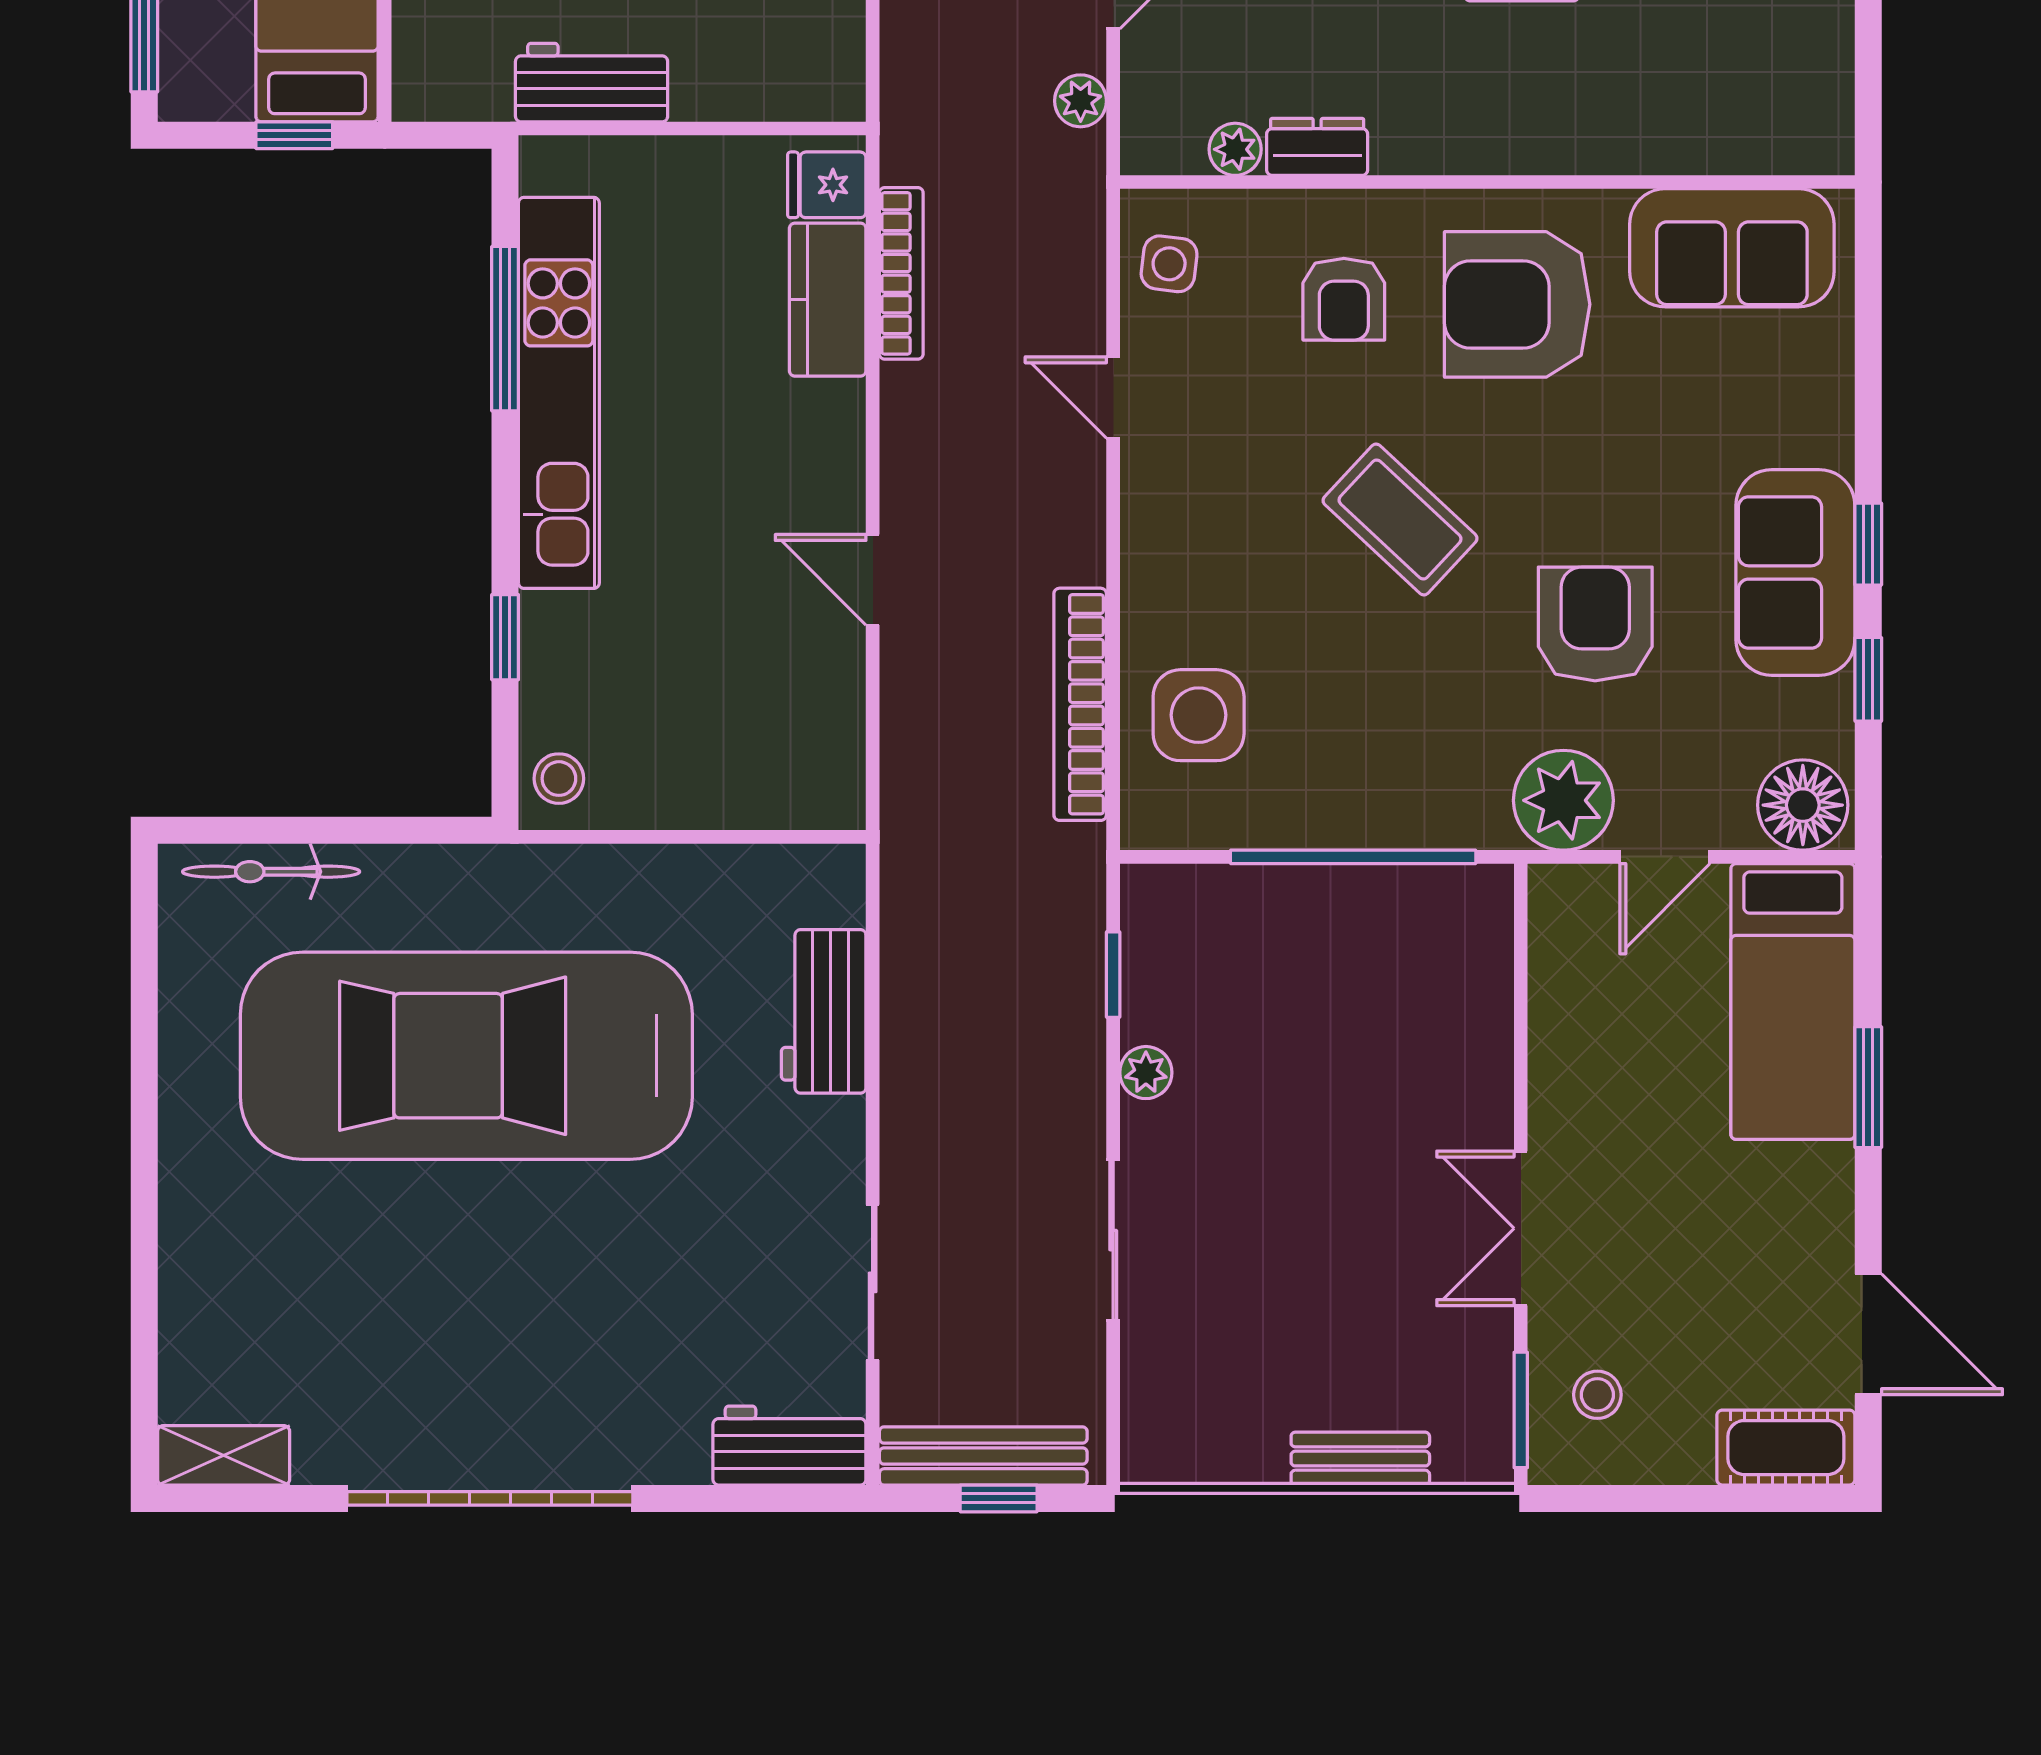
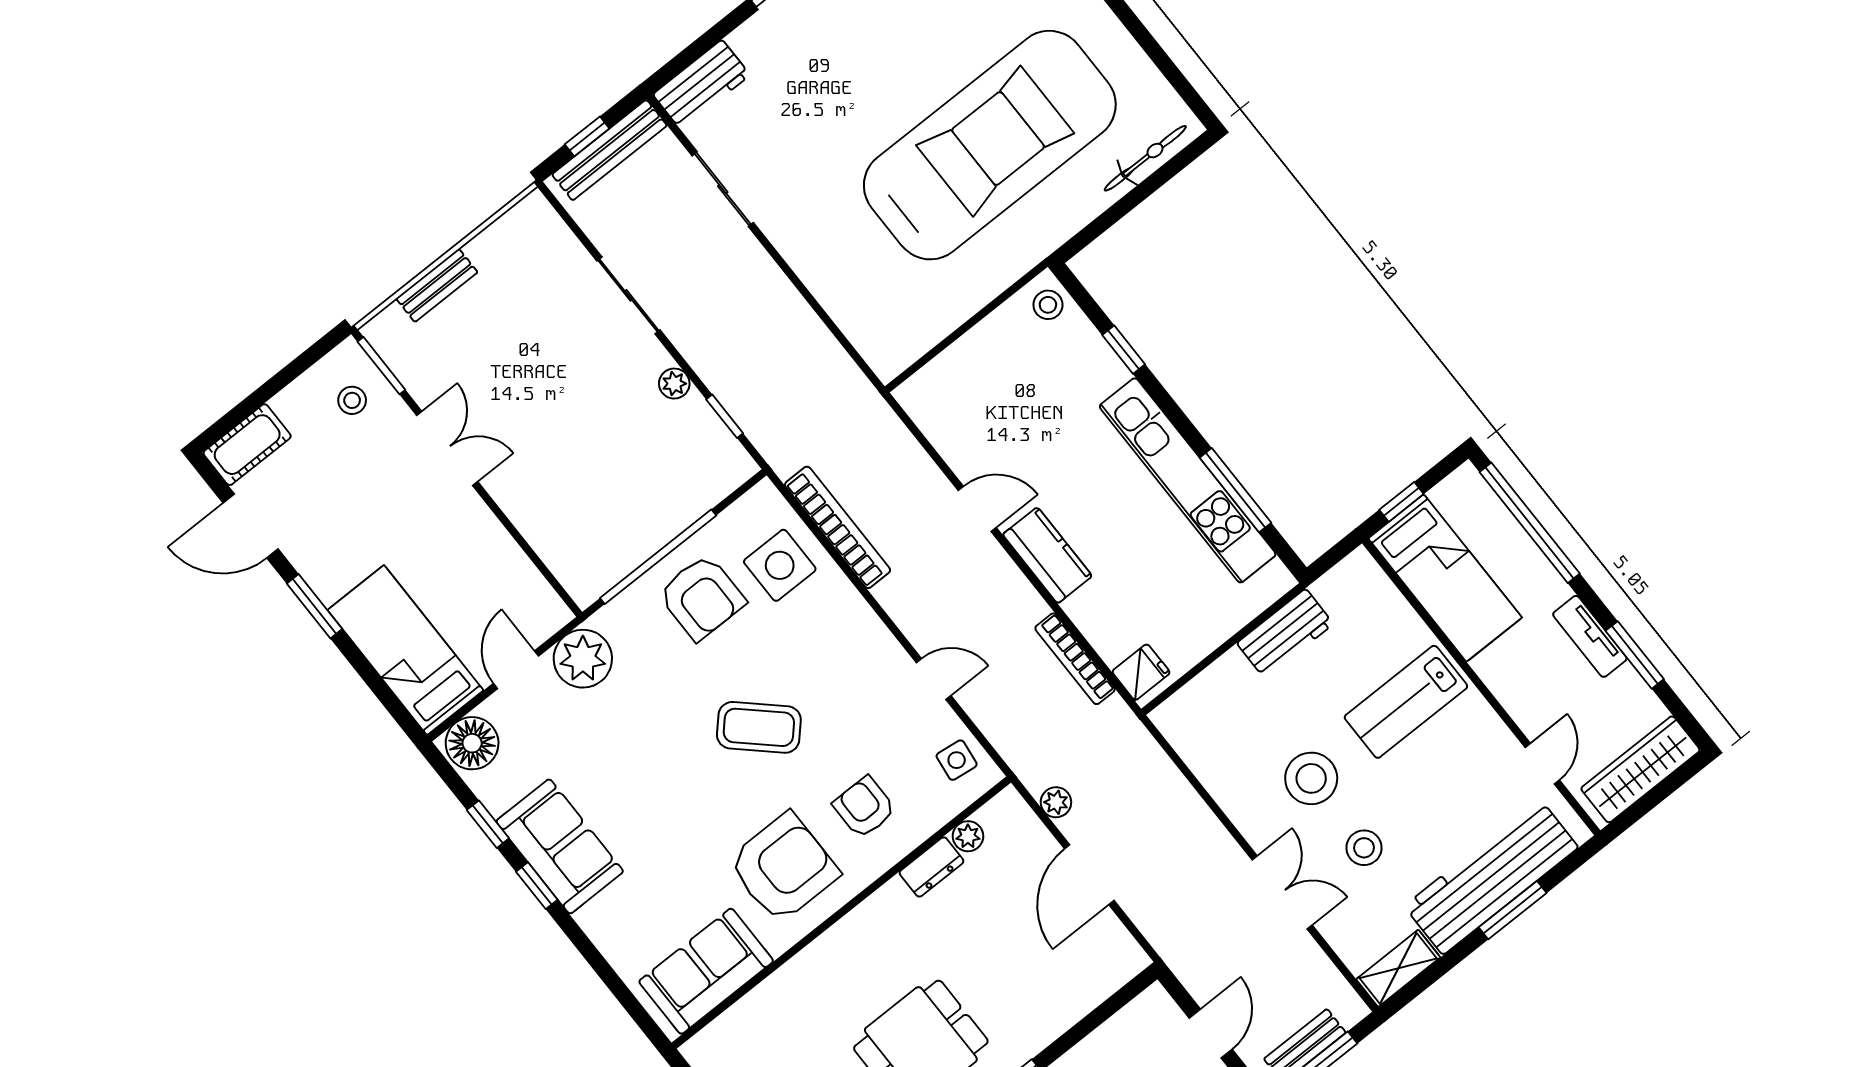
kitchen counter: (828, 300) -> (1047, 555), moved
armchair: (1595, 624) -> (702, 597), moved
workbench: (824, 1011) -> (843, 295), removed
window: (1868, 1087) -> (314, 606), moved

